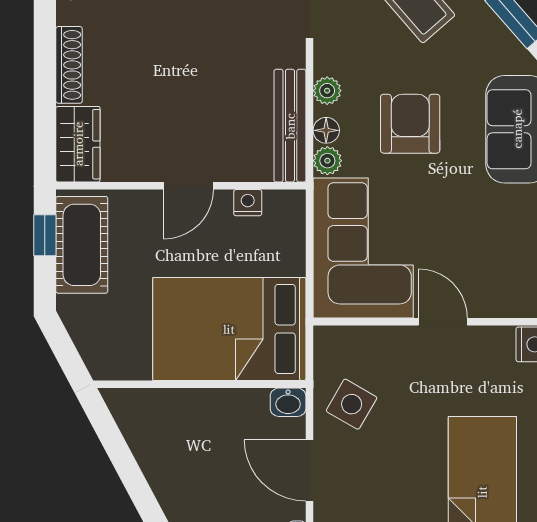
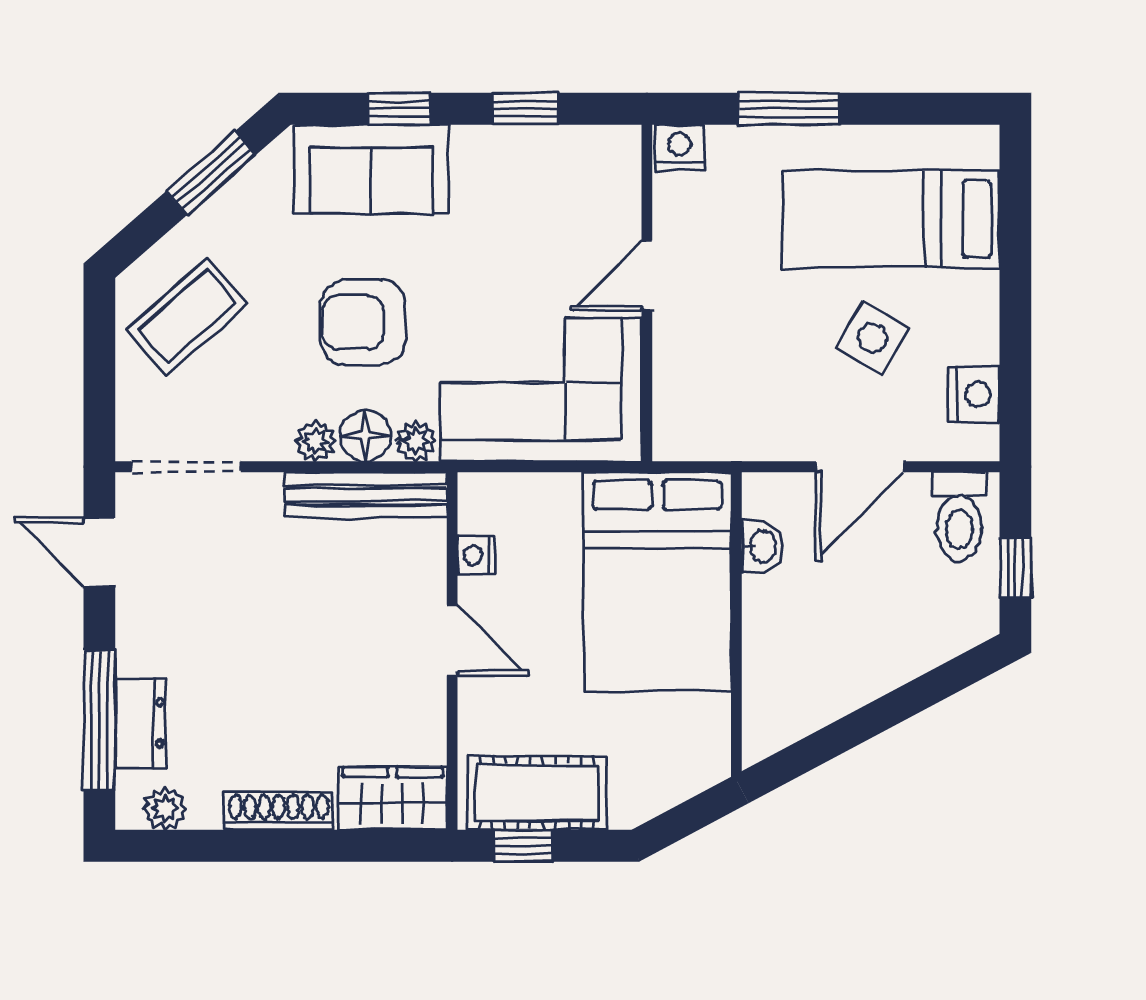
floor lamp: (326, 130) -> (366, 436), width x1.37, depth x1.37
washbasin: (288, 402) -> (762, 546), moved
side table: (352, 404) -> (872, 338), moved

